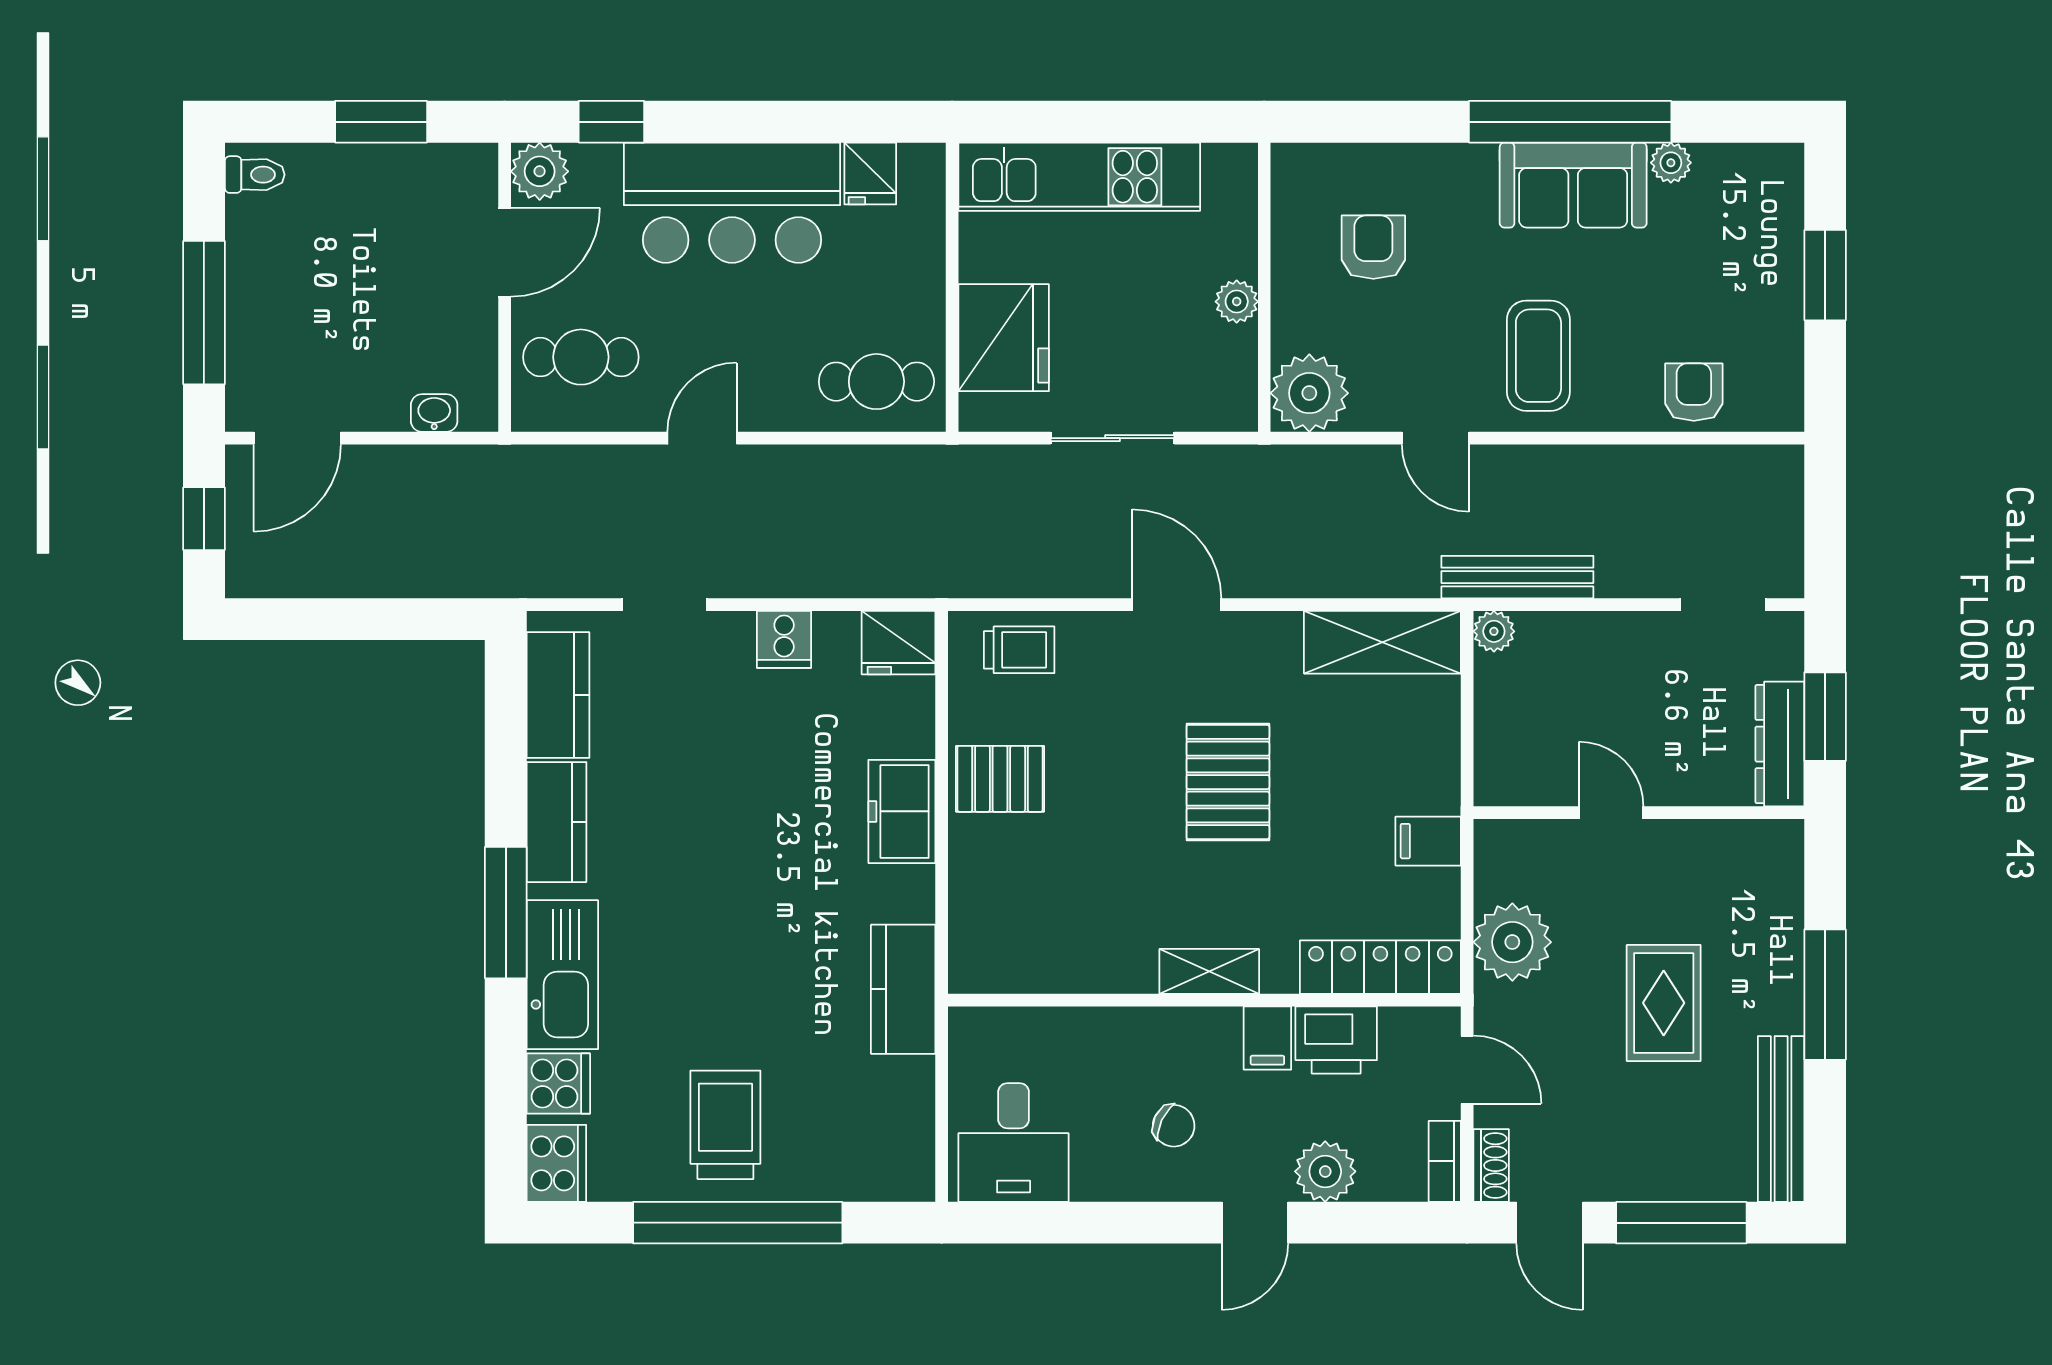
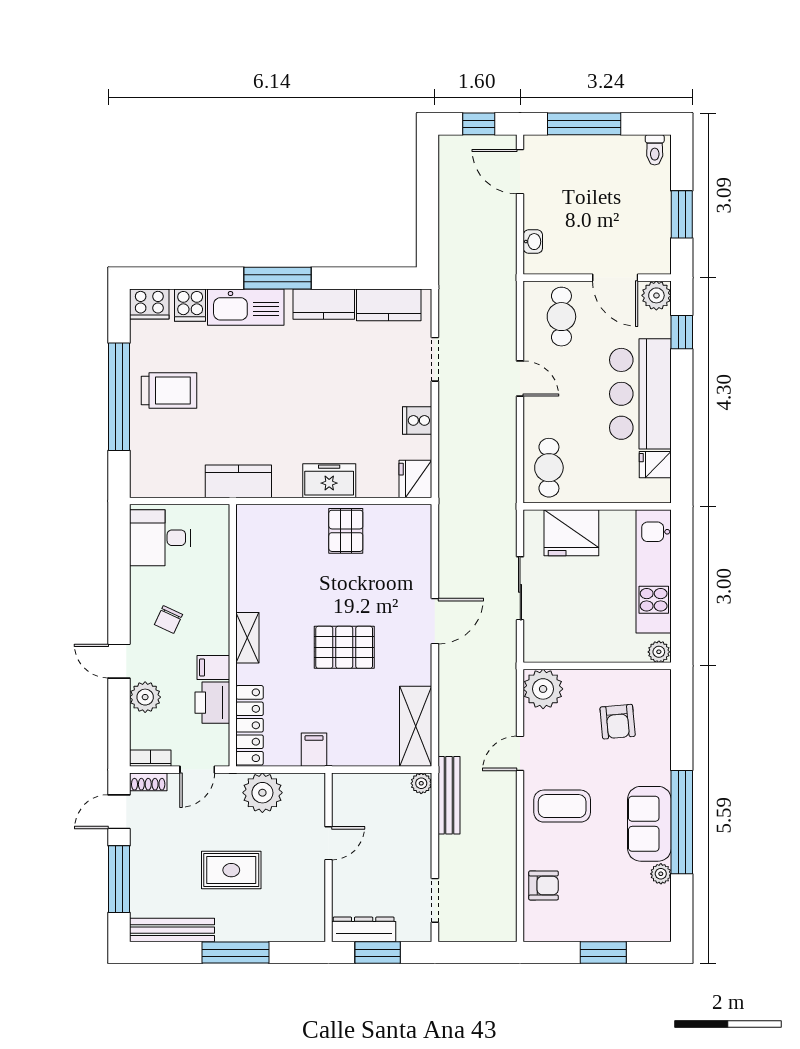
armchair: (1373, 247) -> (618, 722), turned 85
plant: (1237, 302) -> (659, 652), moved
trolley: (1019, 650) -> (412, 541), removed

